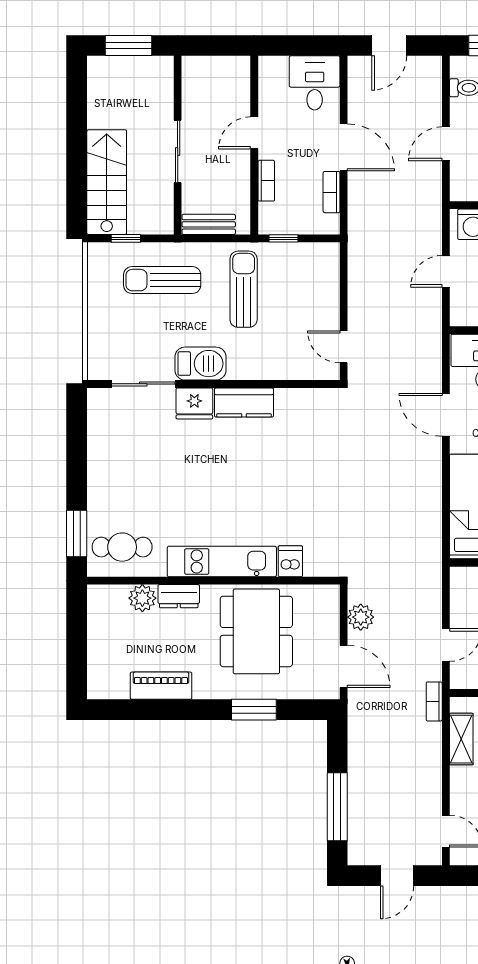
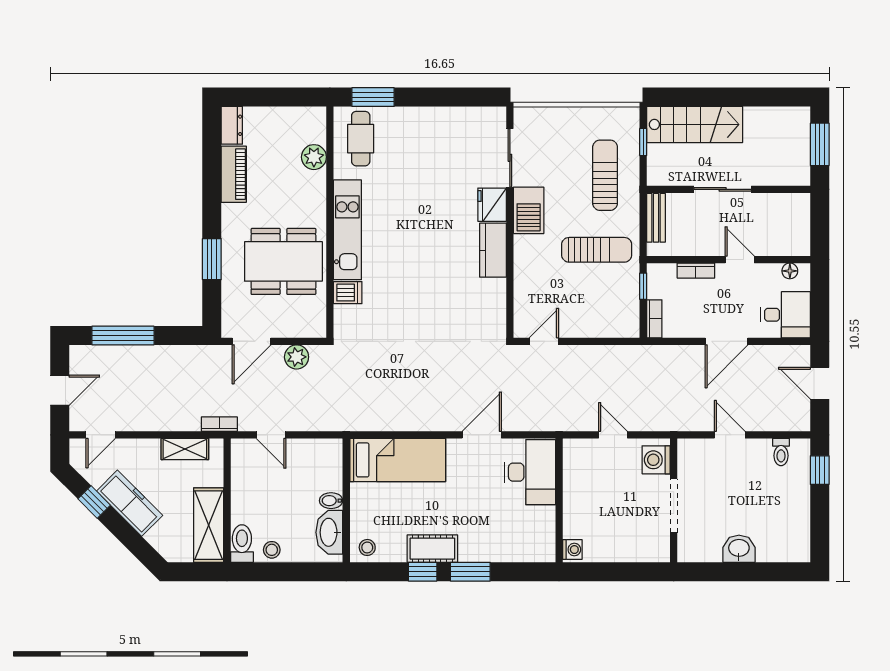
floor lamp: (267, 78) -> (790, 271), added
bookcase: (332, 192) -> (654, 319), moved, turned 90
dresser: (179, 596) -> (232, 125), moved, turned 180
door: (397, 876) -> (60, 390), swing flipped

